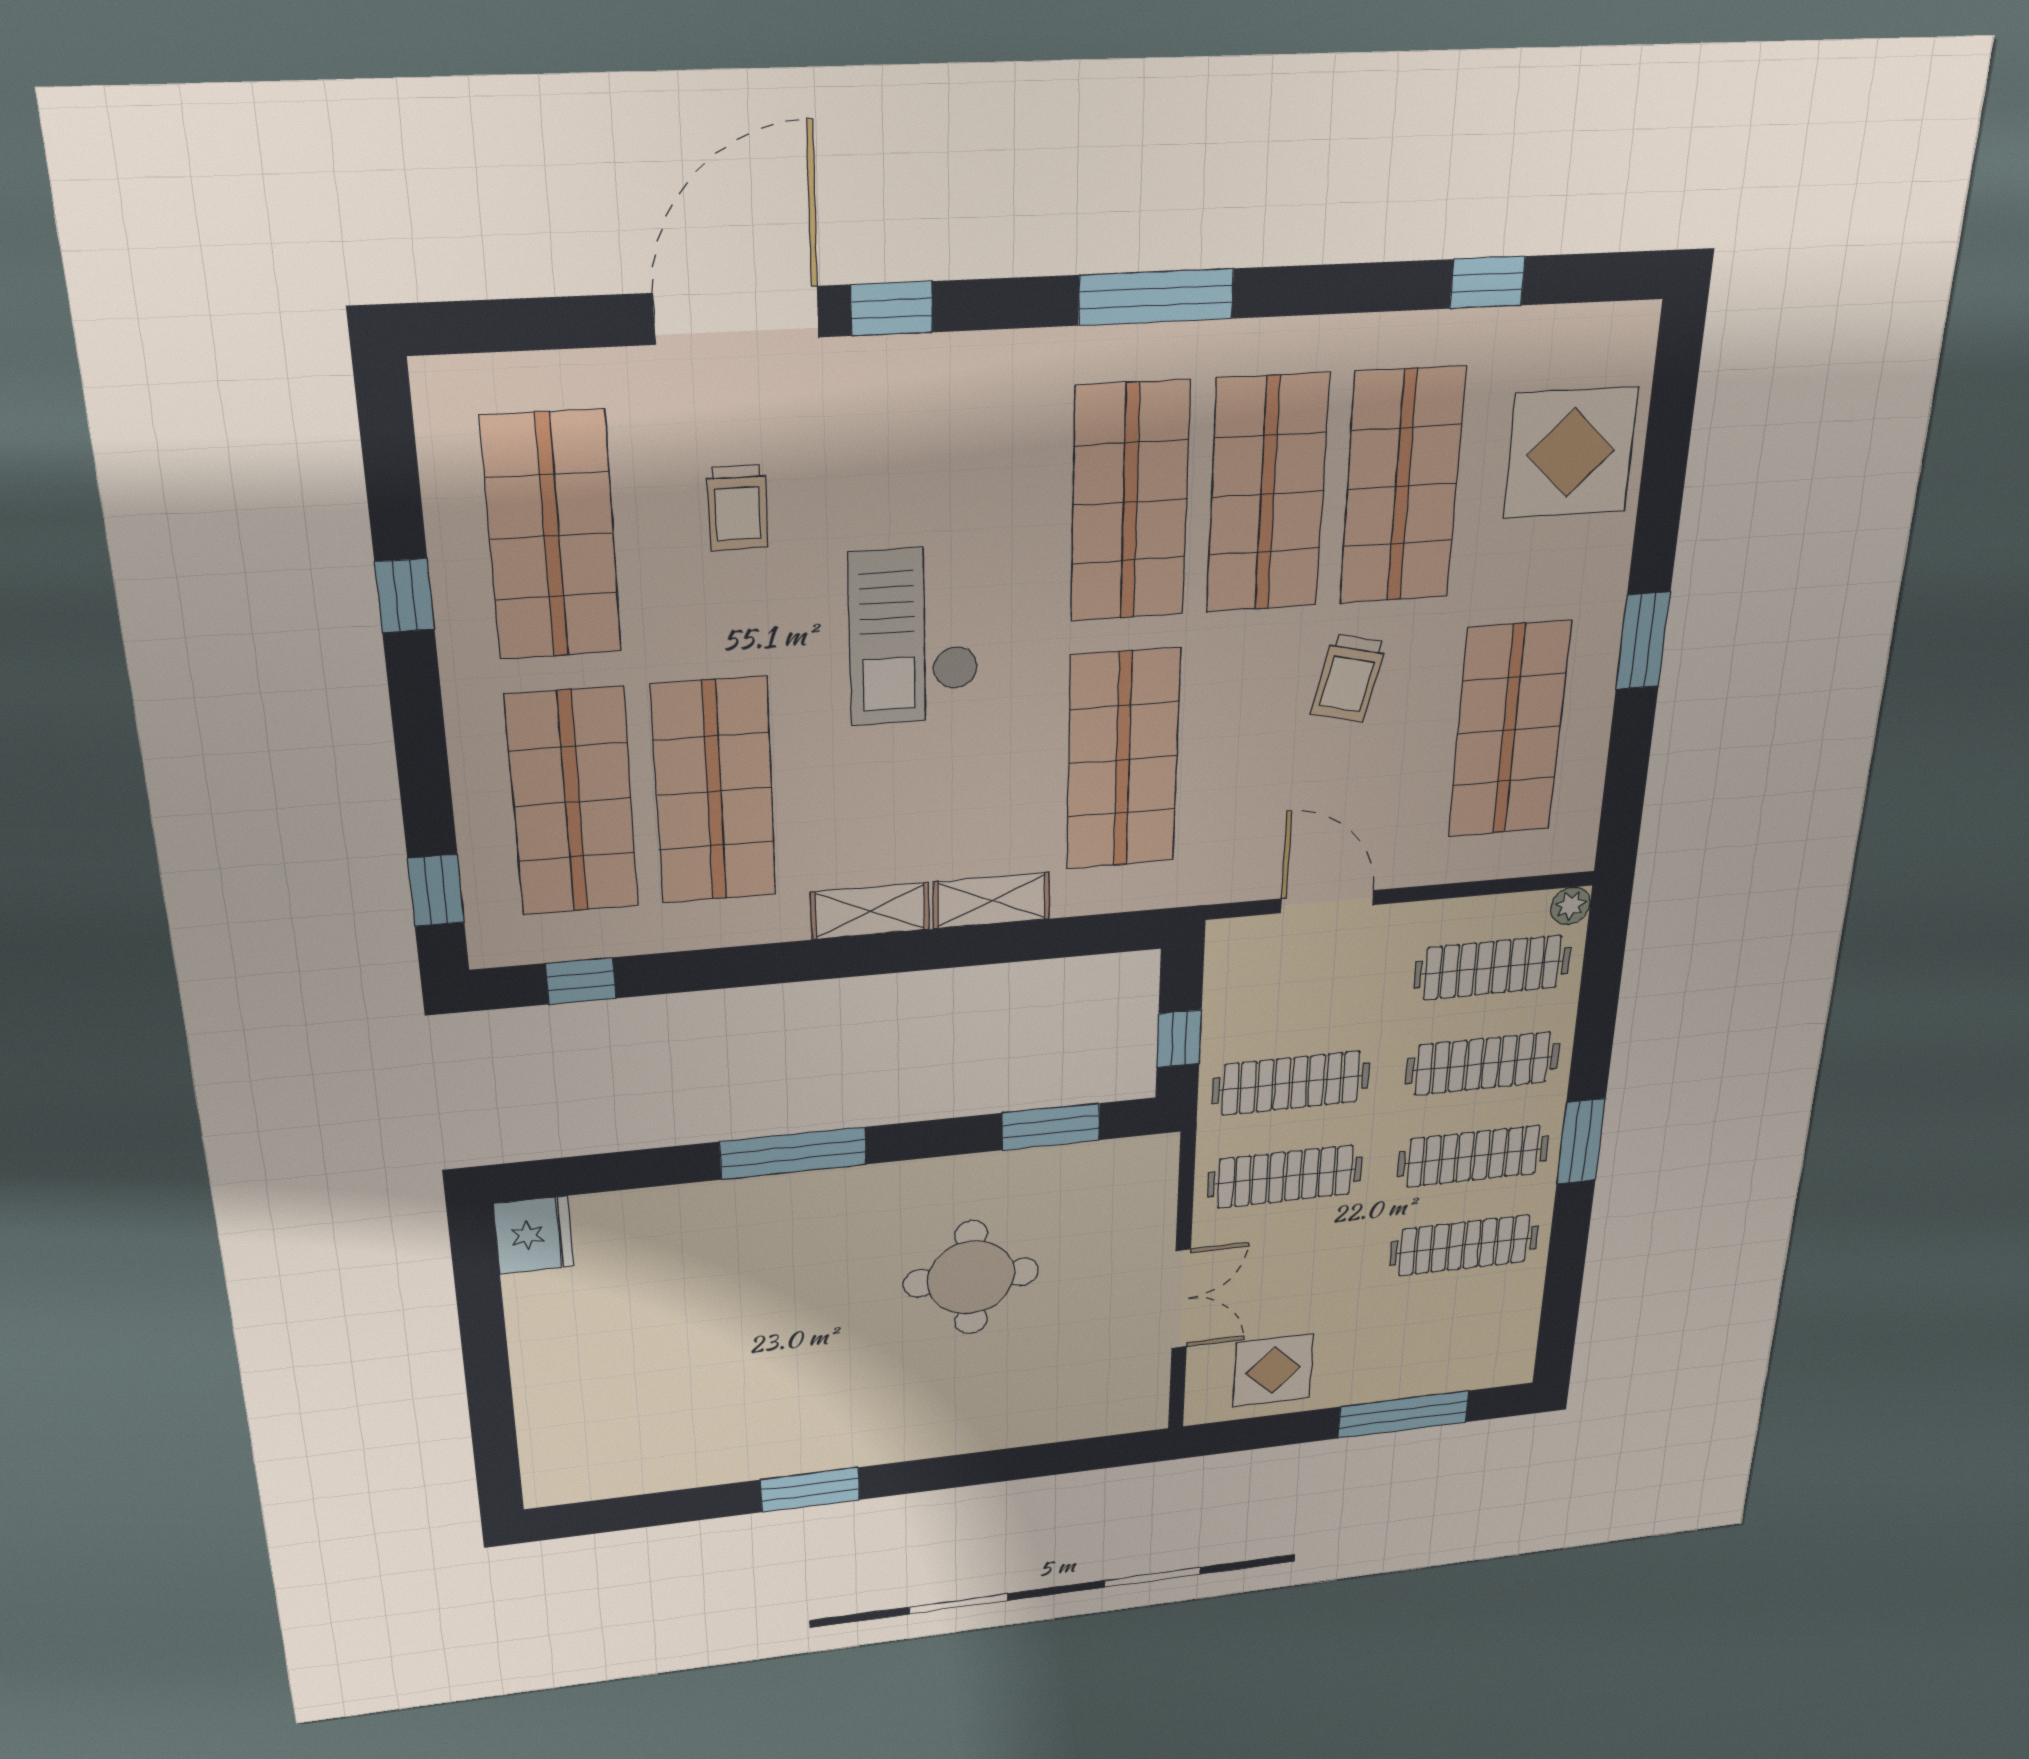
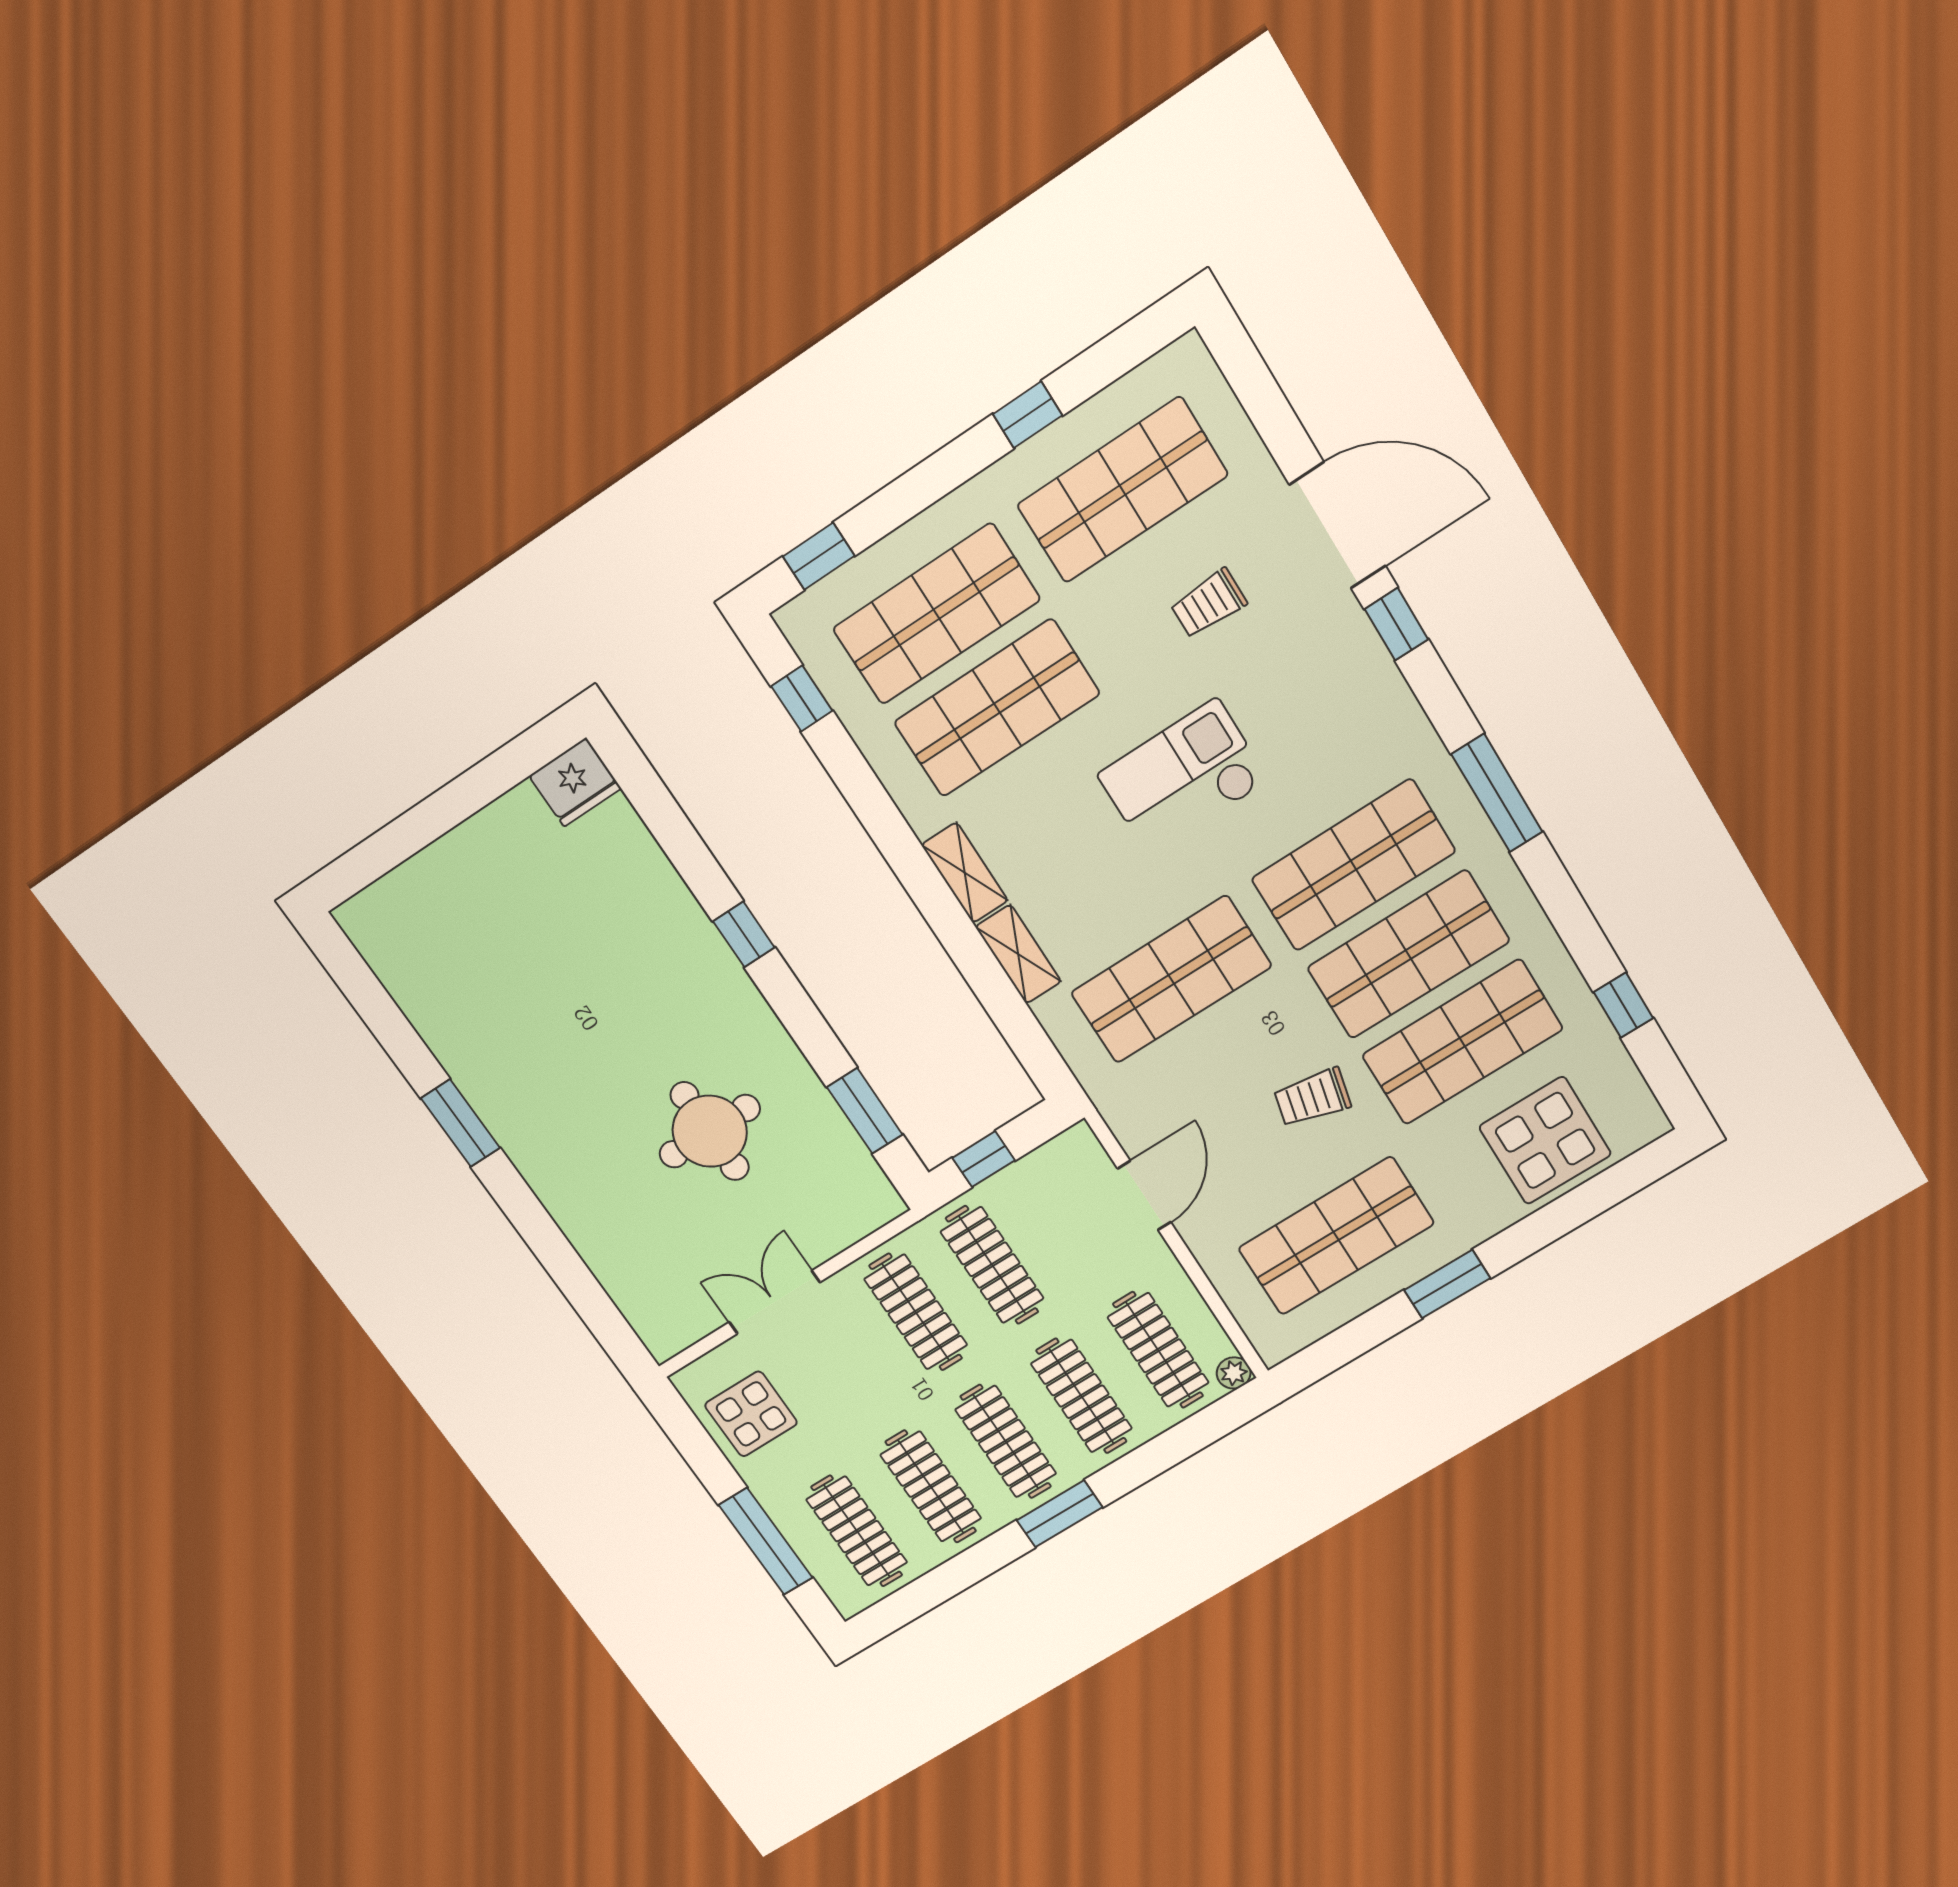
window: (793, 1153) -> (744, 934), width x0.46
double door: (1181, 1299) -> (774, 1302), swing flipped
clothes rail: (1455, 1331) -> (857, 1531), added

